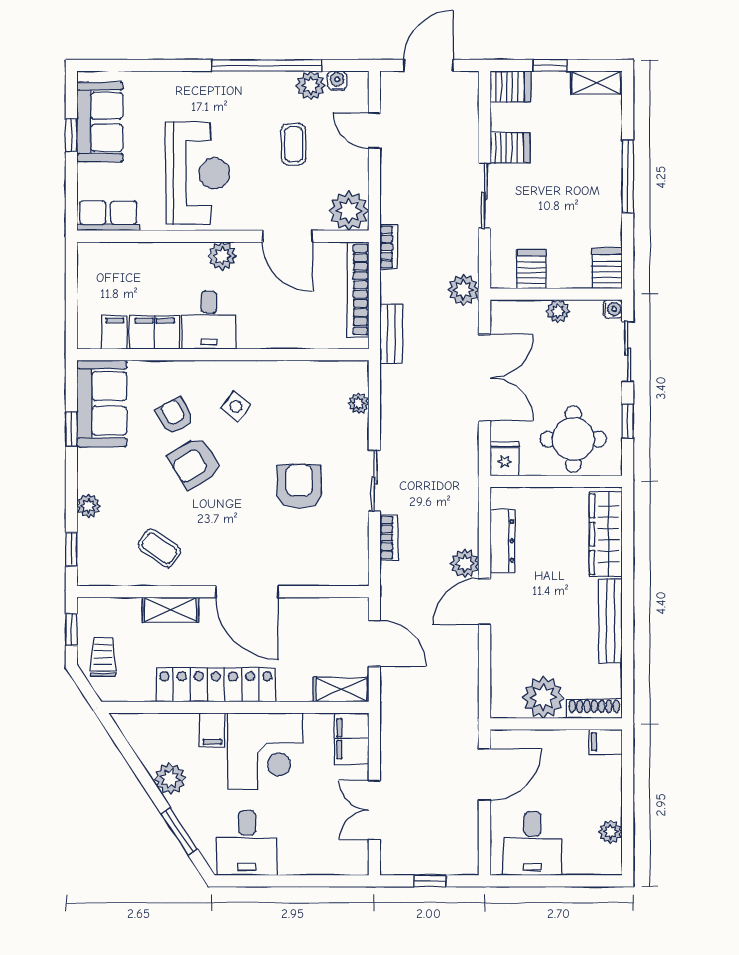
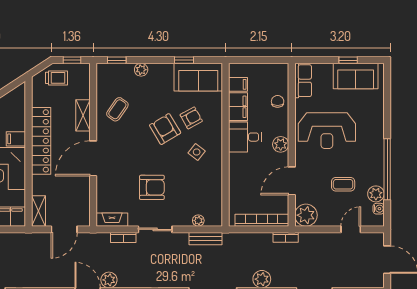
chair: (145, 262) -> (278, 101), added
bench: (391, 334) -> (206, 239), moved
fireplace: (357, 558) -> (112, 220), added

